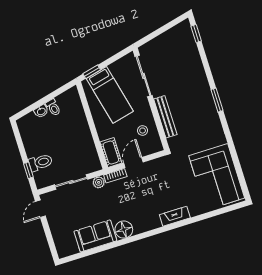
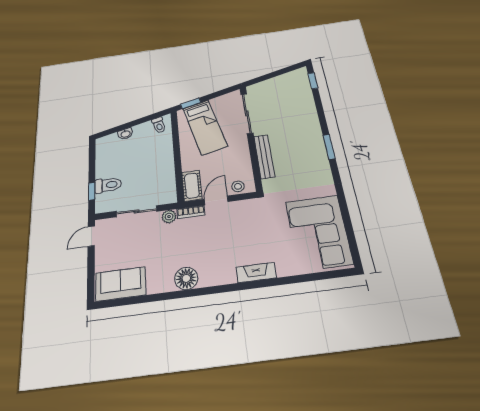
toilet: (53, 107) -> (159, 125), moved
stool: (143, 131) -> (238, 186), moved
sofa: (95, 236) -> (121, 284), moved

